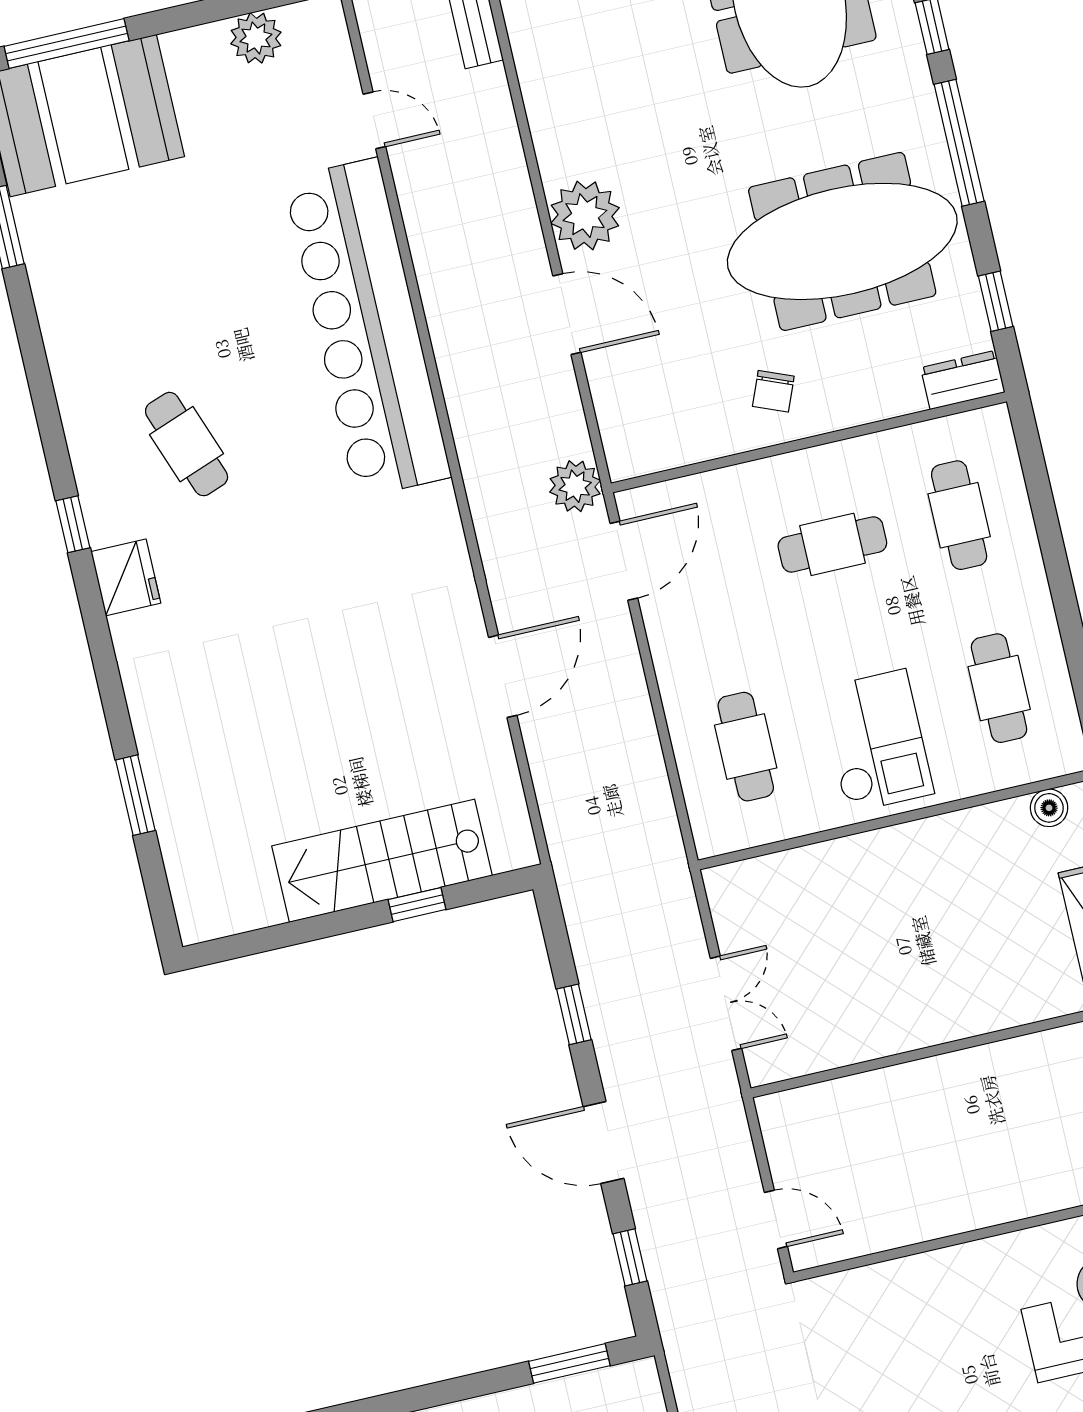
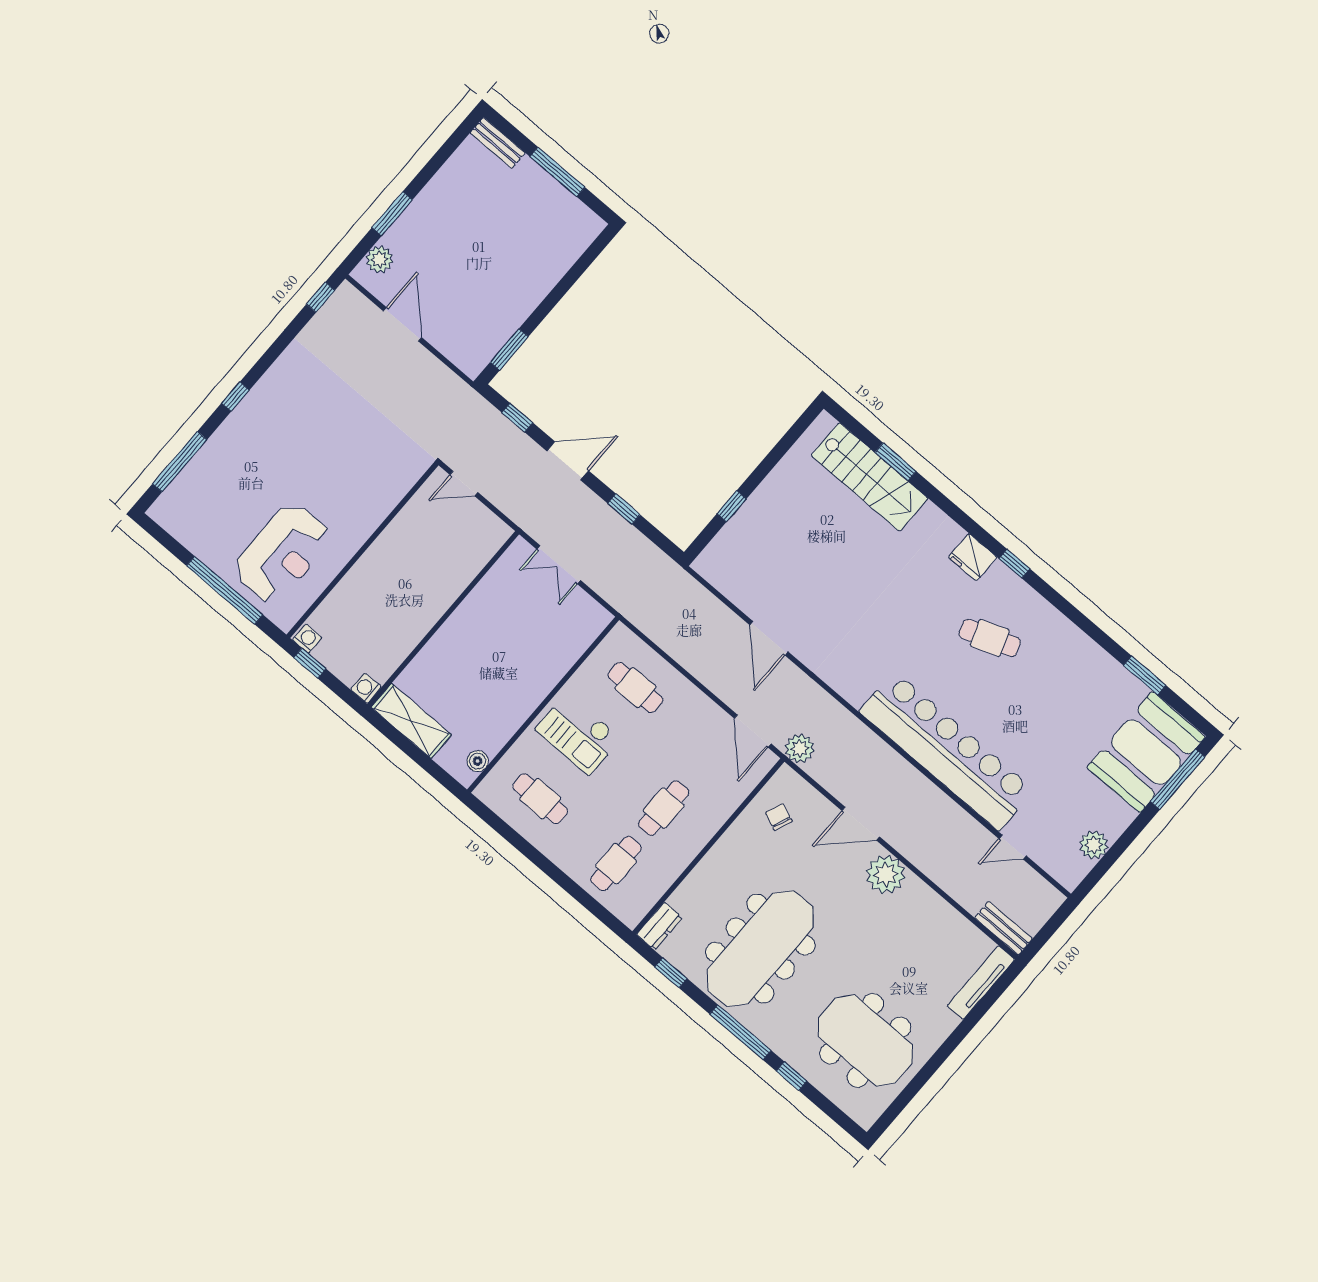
chair: (773, 391) -> (779, 817), moved
cafe table: (959, 515) -> (616, 864), turned 90
stairs: (382, 861) -> (870, 477), moved, turned 90

